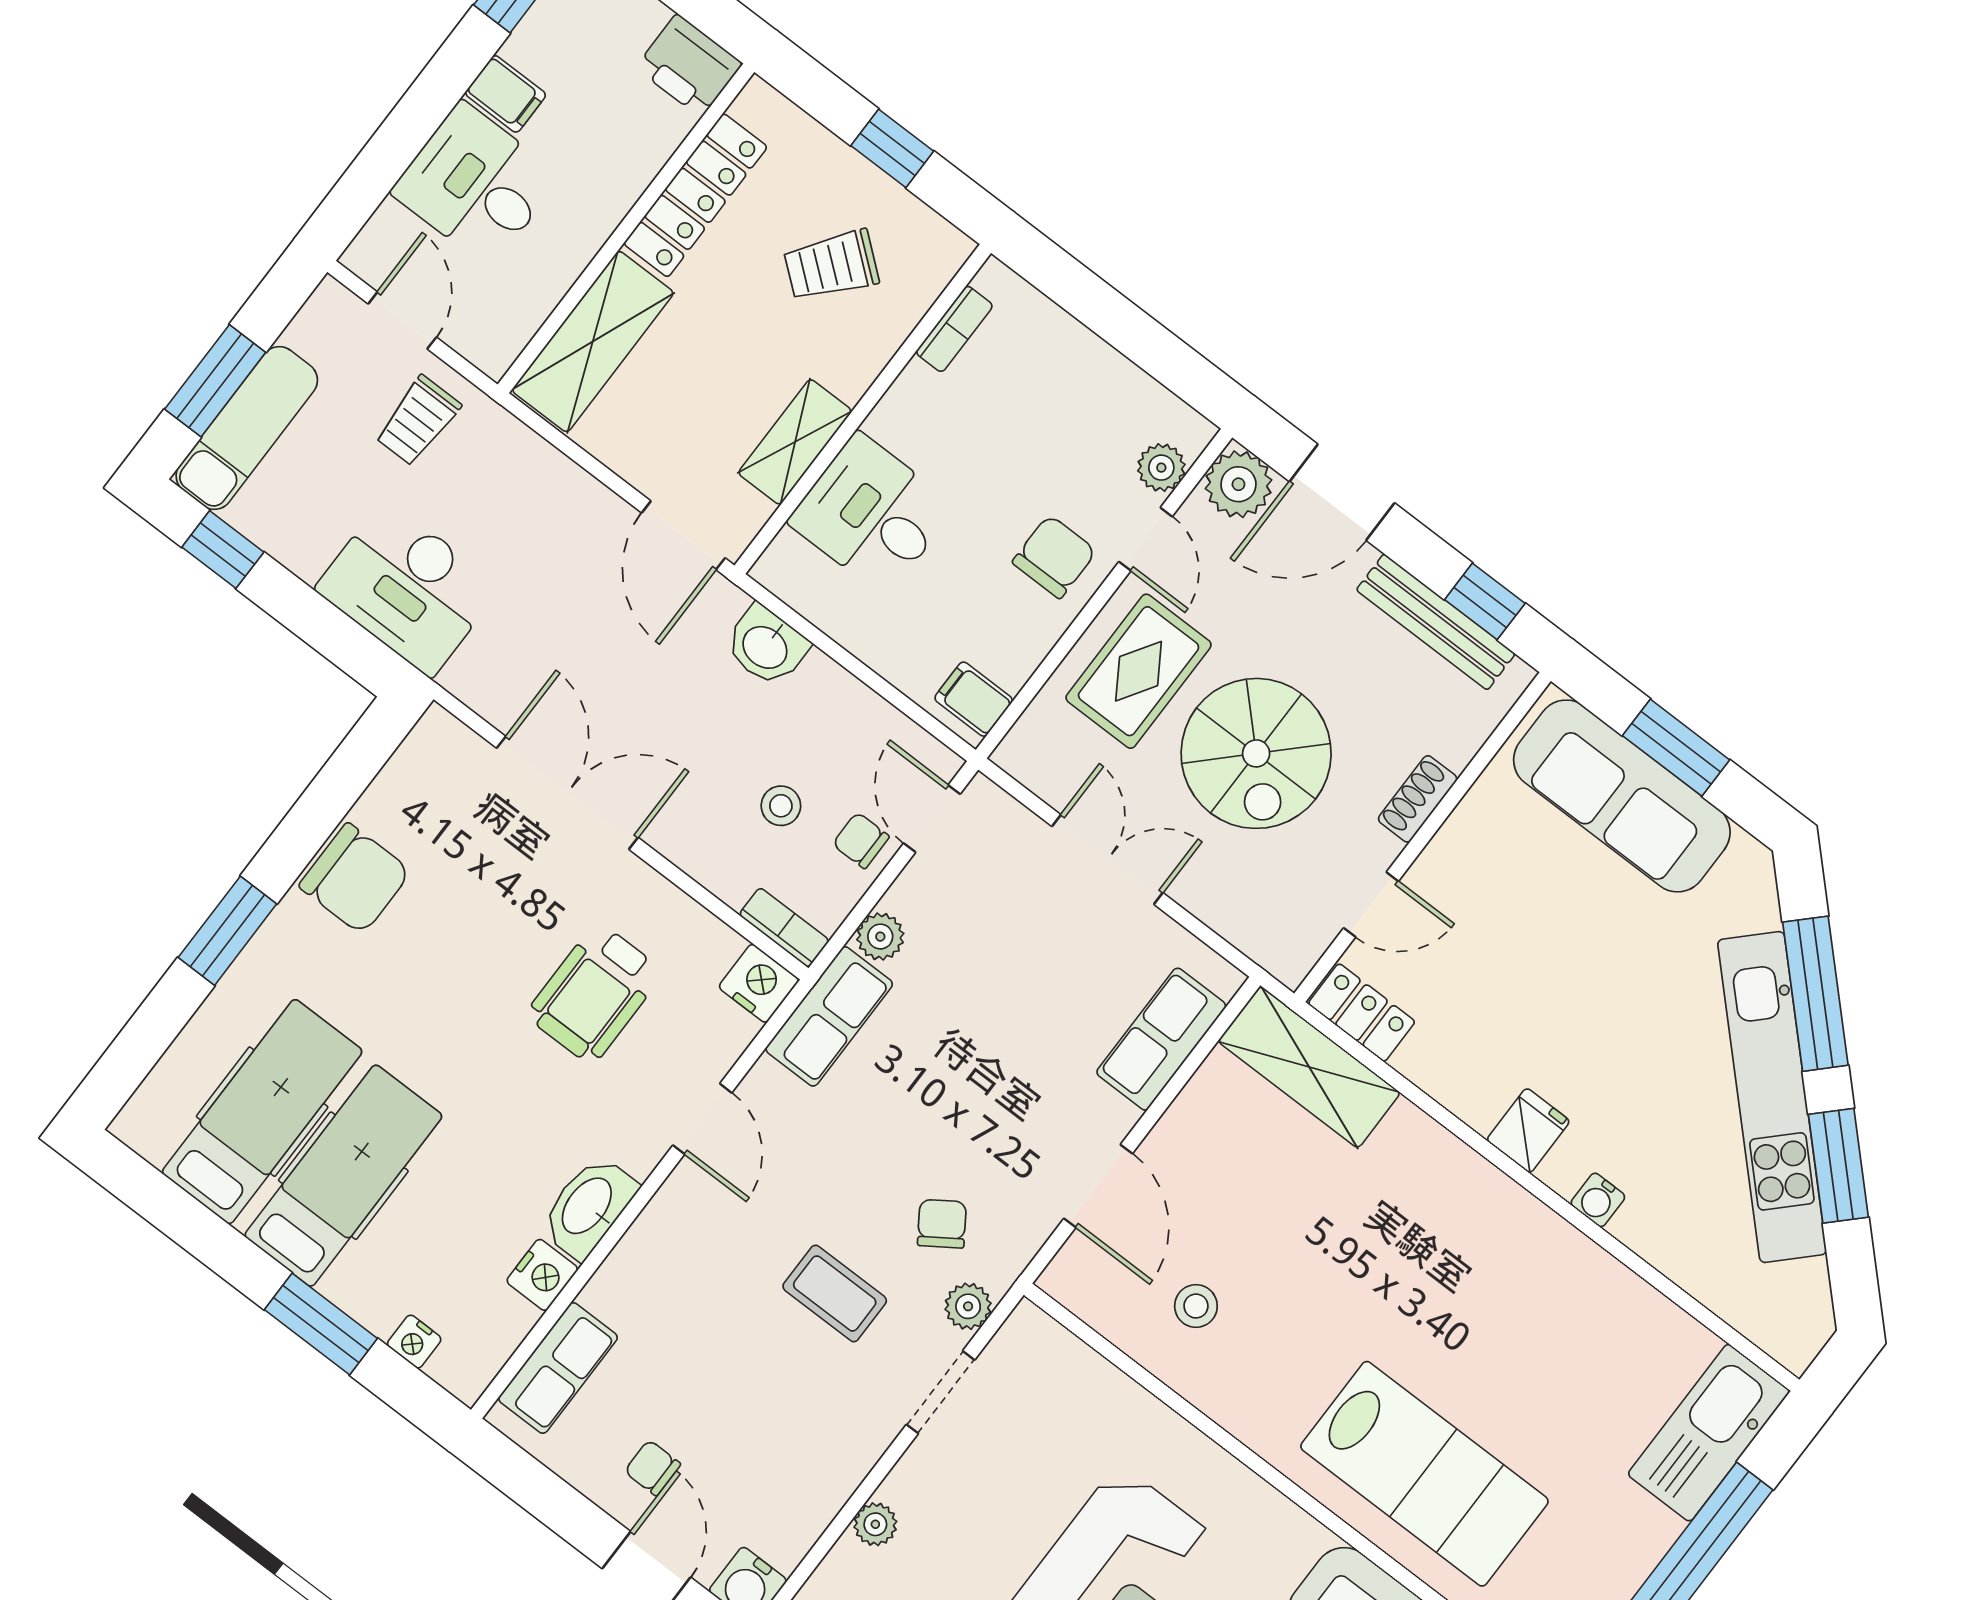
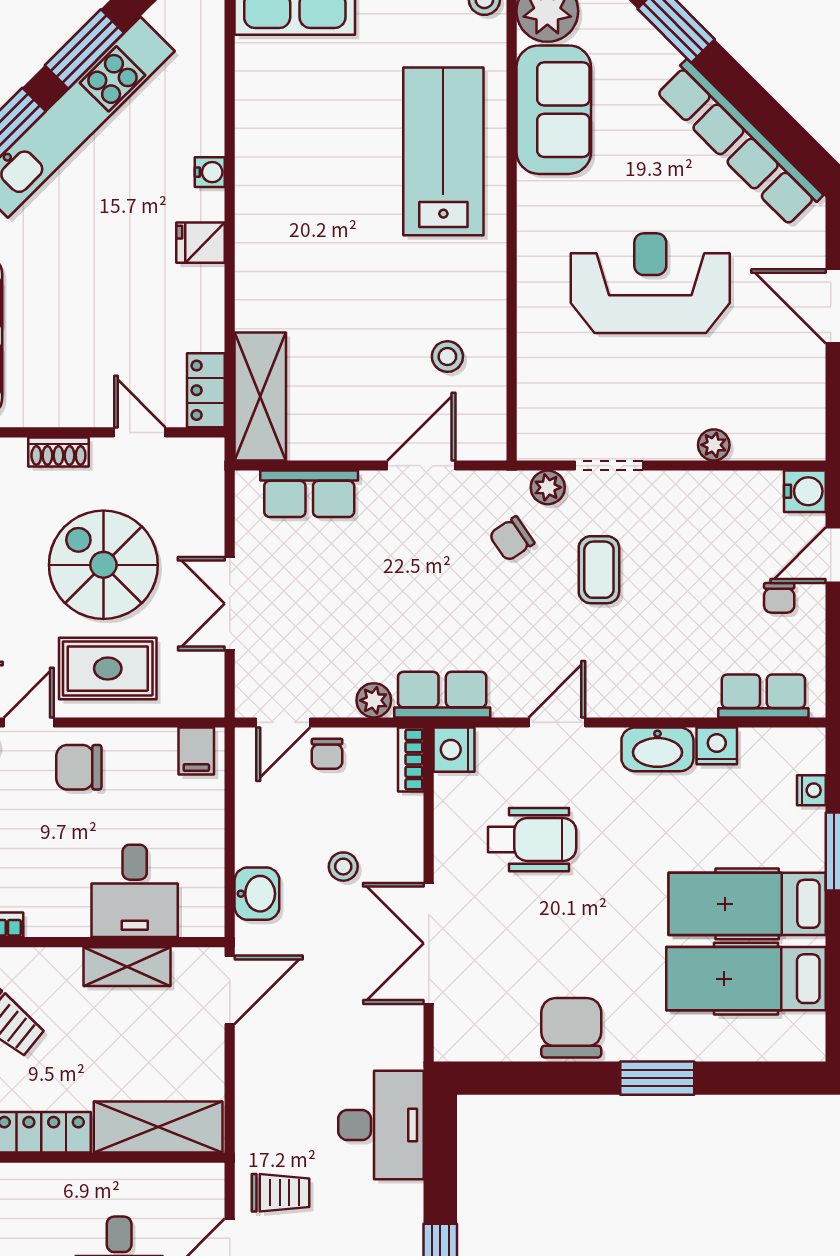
spiral stairs: (1256, 753) -> (103, 565), turned -90
stool: (781, 806) -> (343, 867), moved

